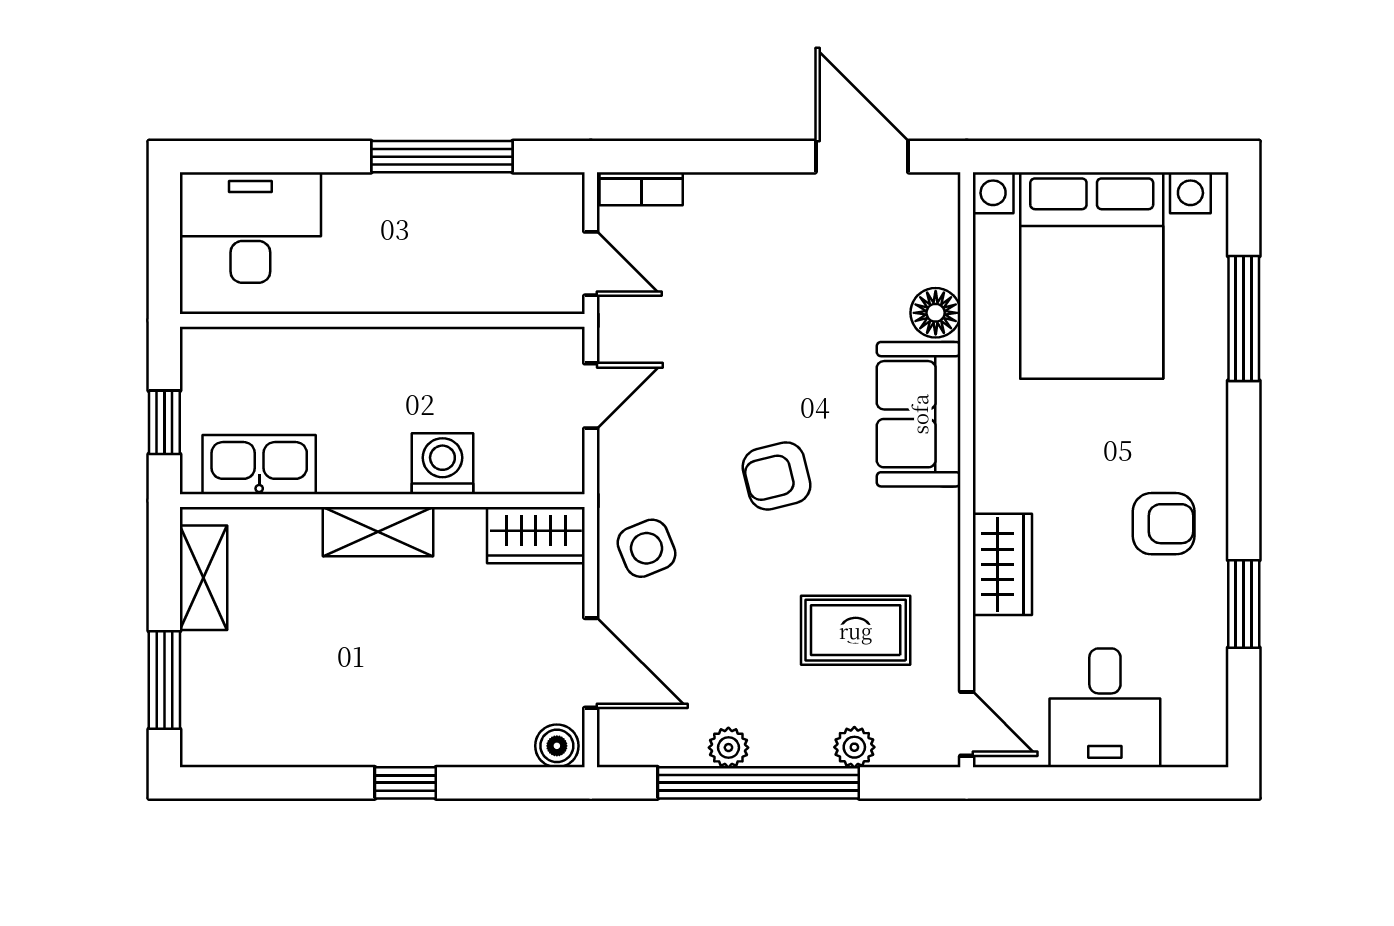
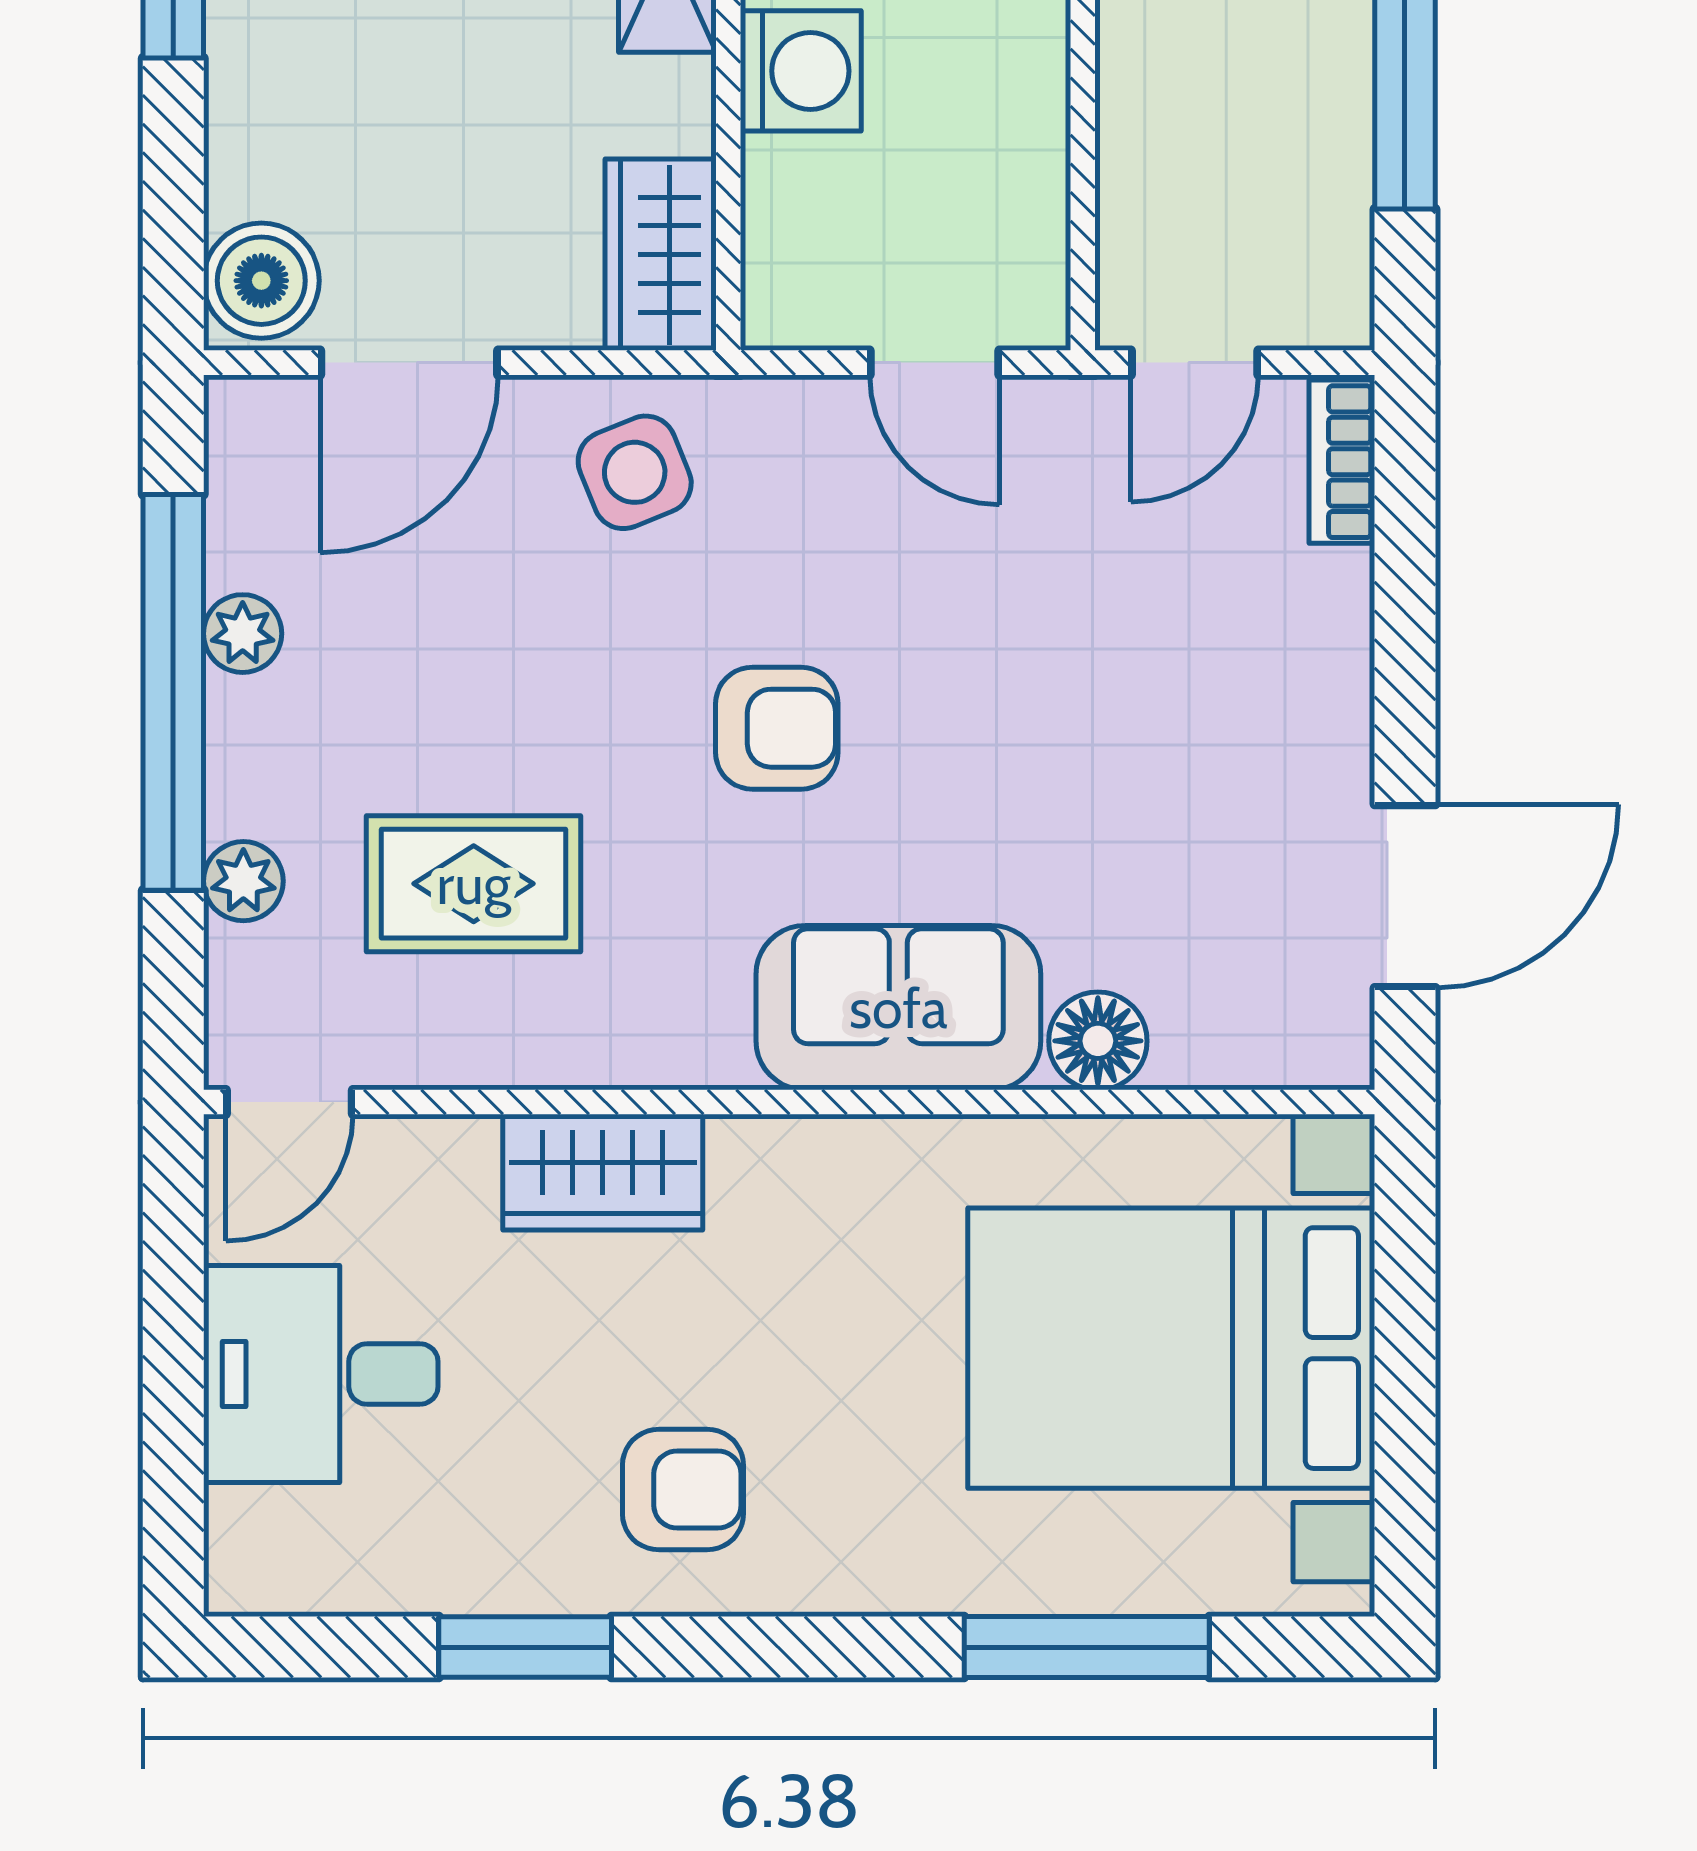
armchair: (777, 476) -> (777, 728), turned 104
armchair: (1164, 524) -> (683, 1490), turned -90
rug: (856, 630) -> (474, 884), turned 90
boiler: (557, 746) -> (261, 281), width x1.36, depth x1.36

